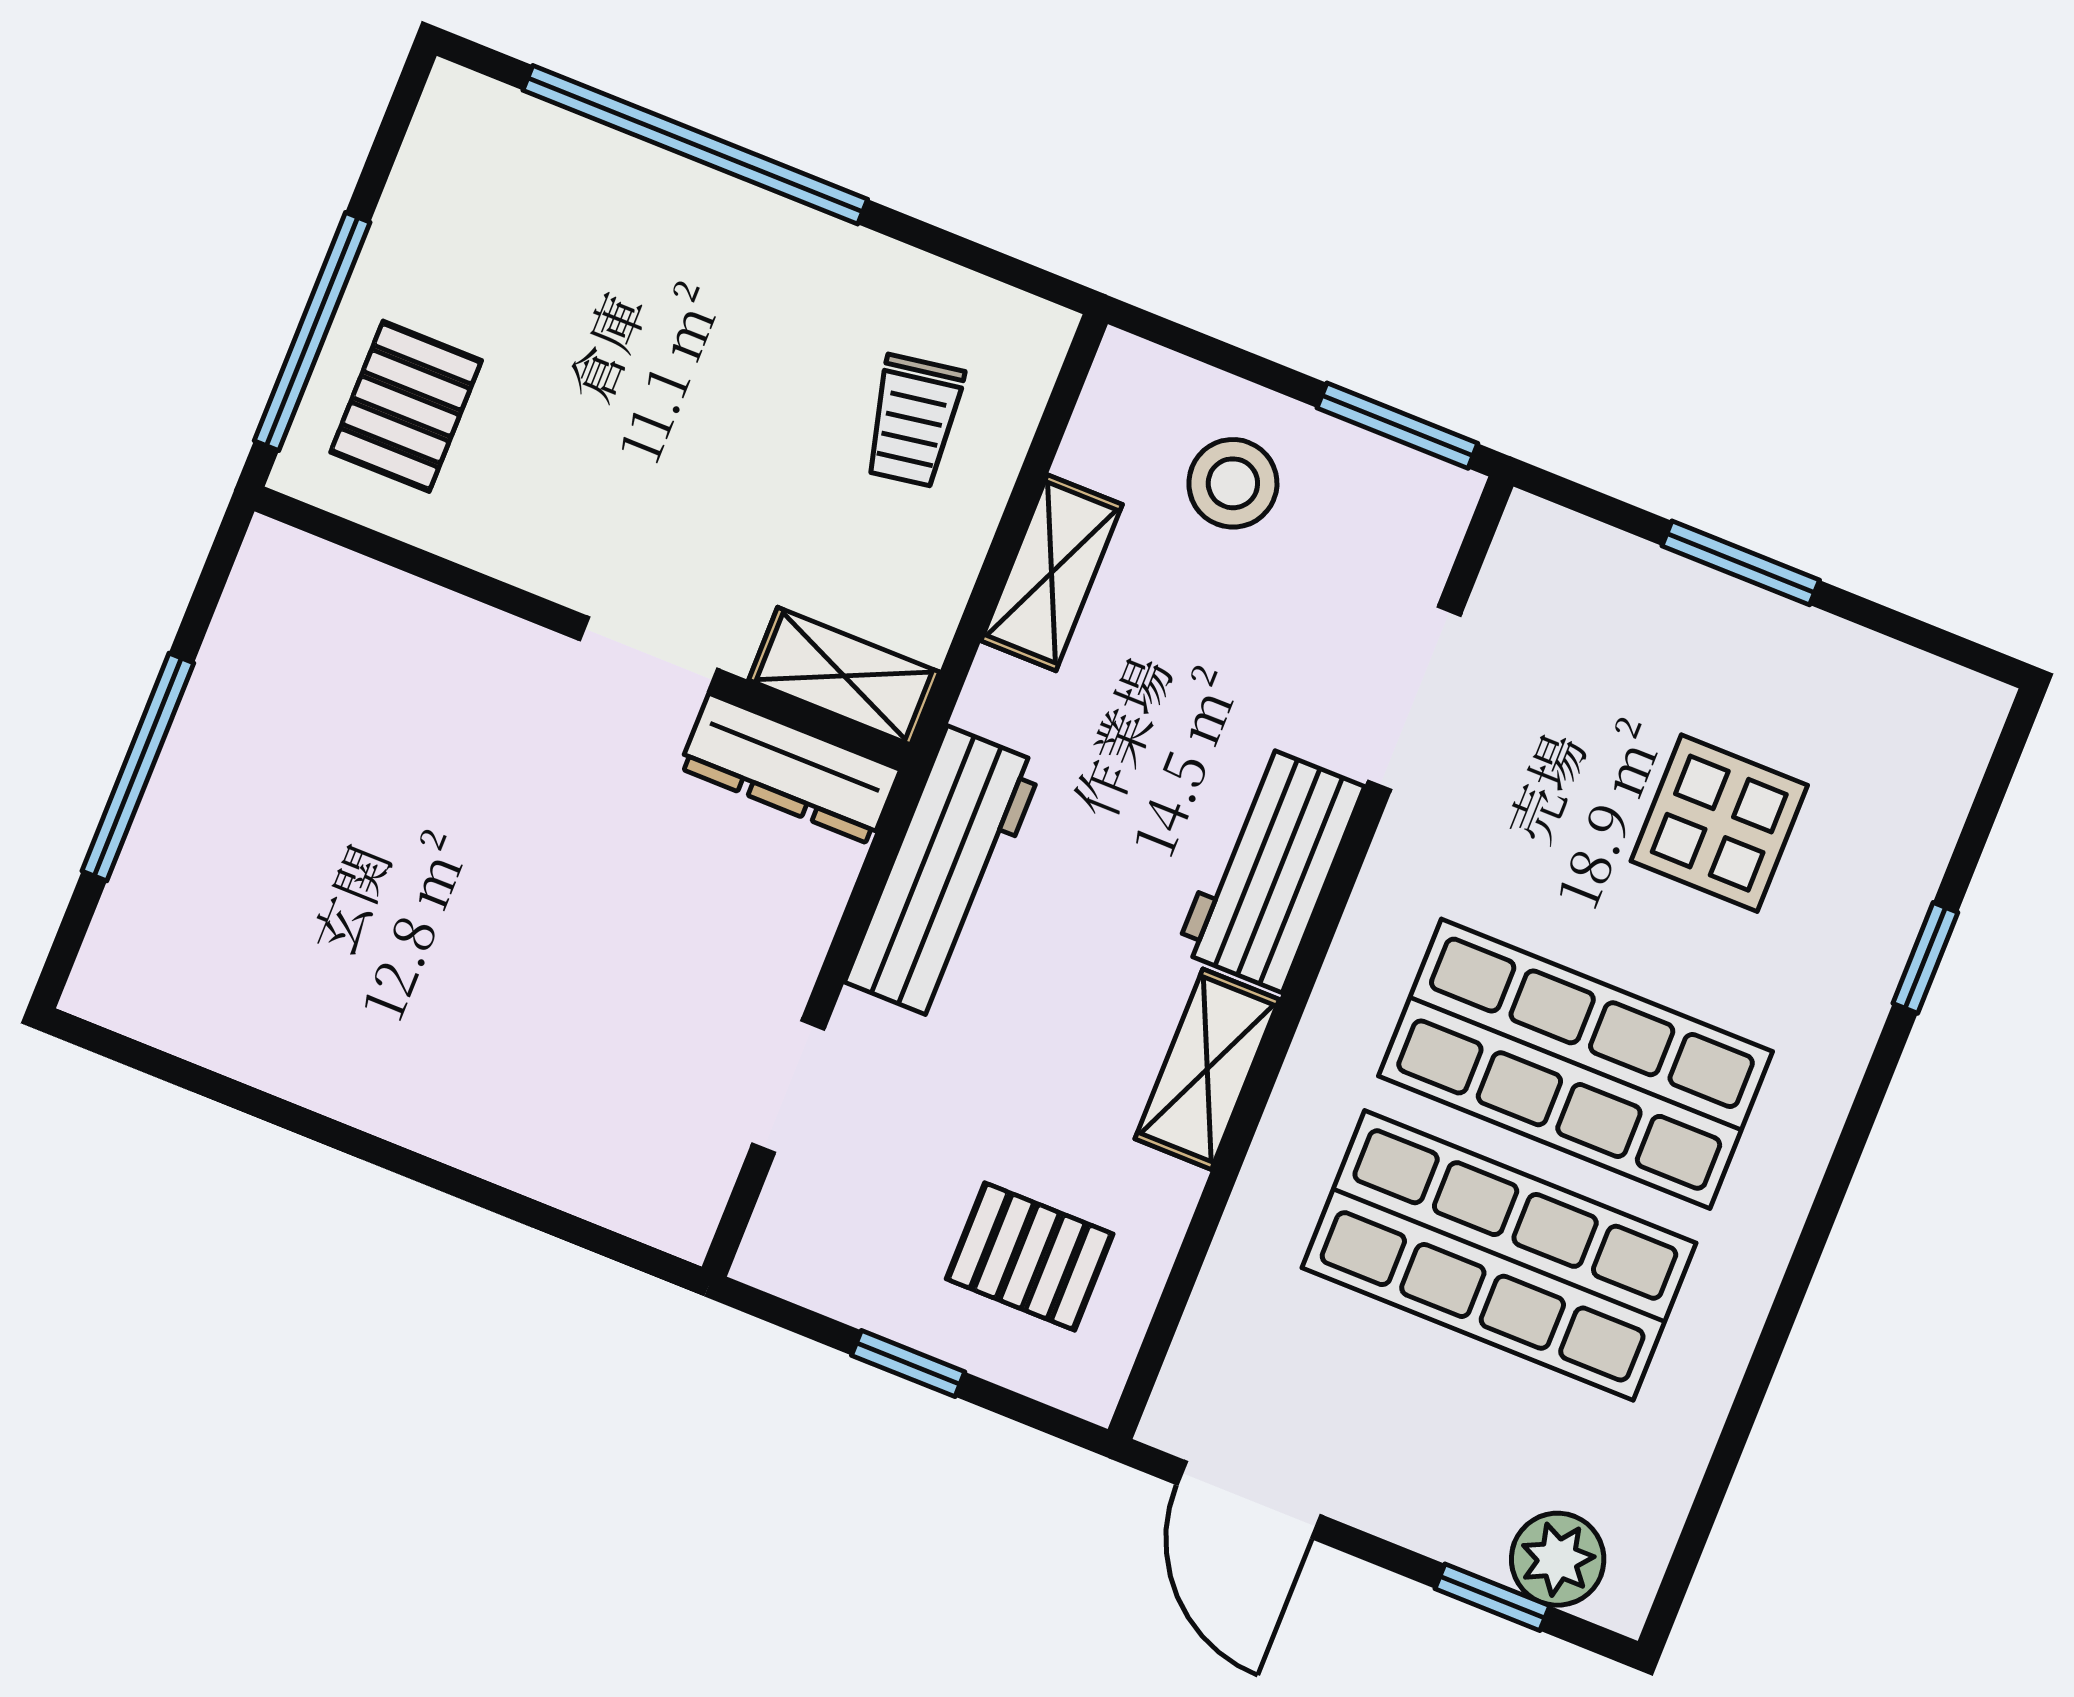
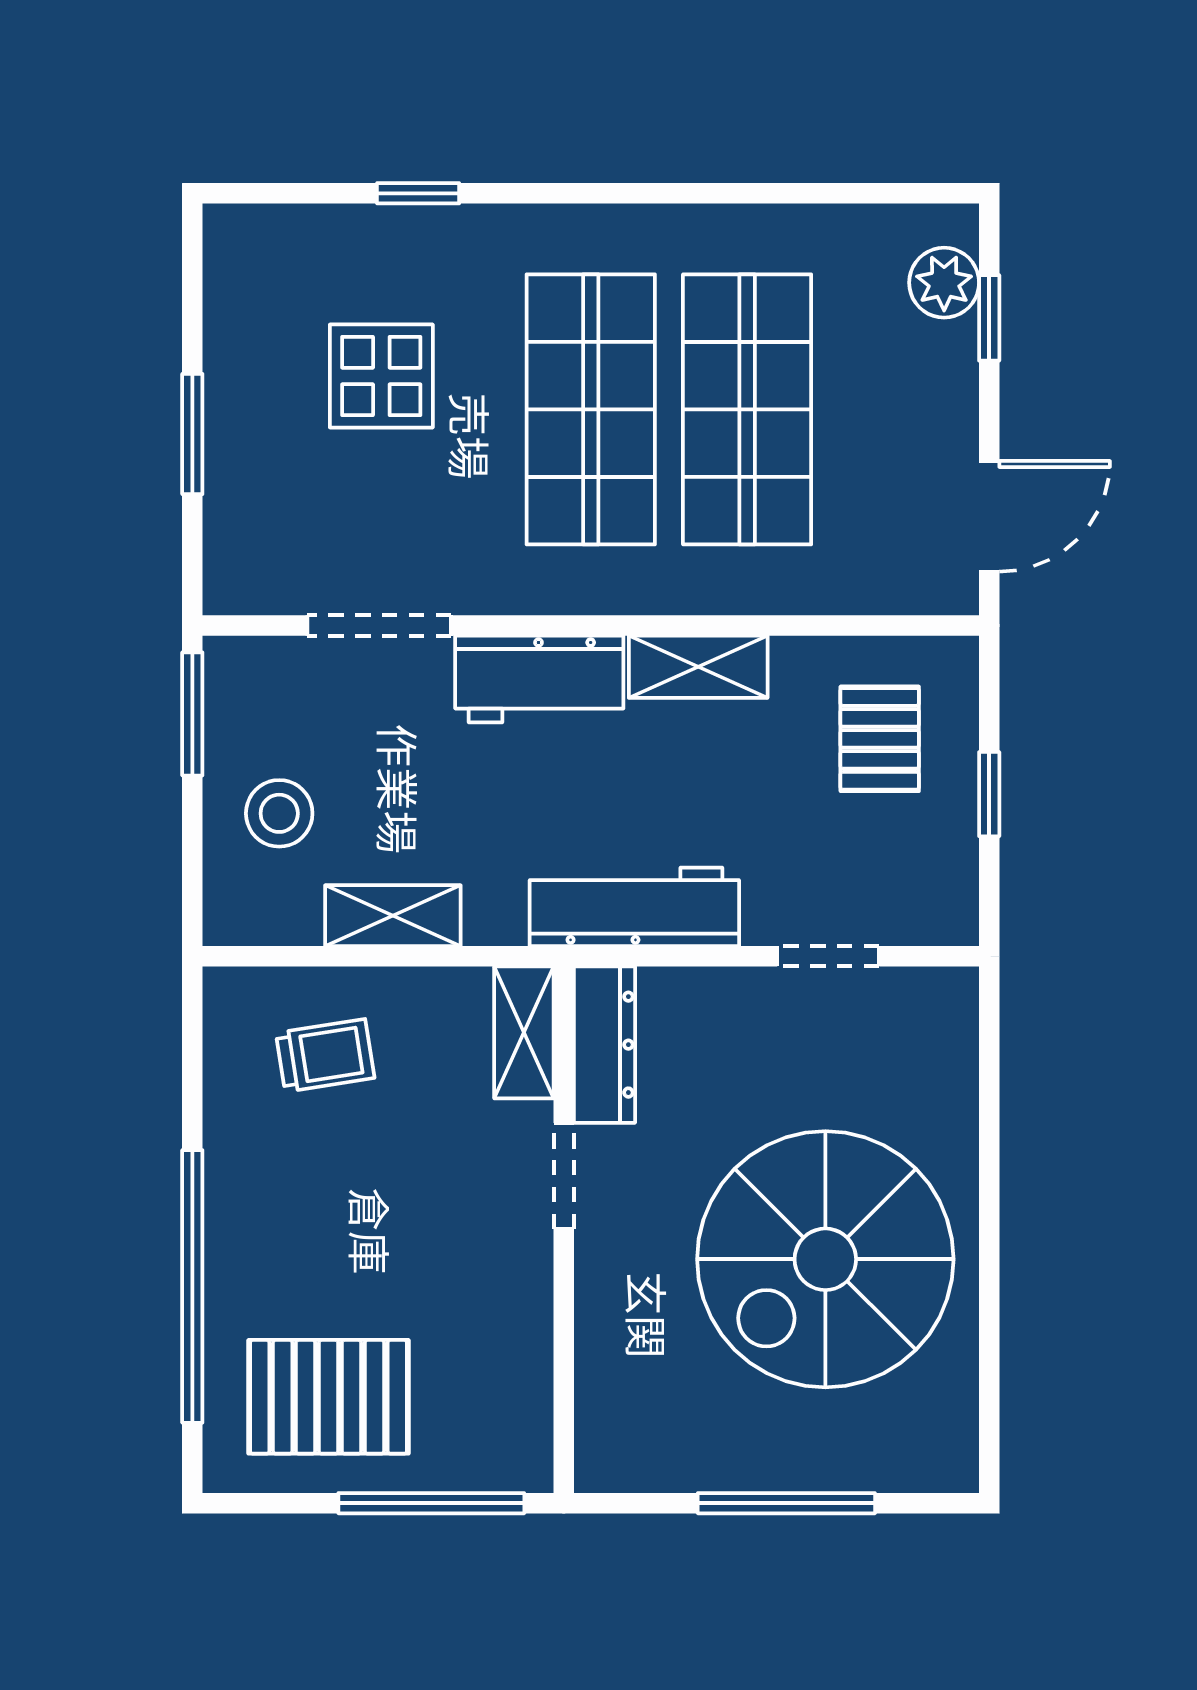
pallet: (406, 406) -> (329, 1397), moved, width x1.50, depth x1.42
spiral stairs: (418, 934) -> (825, 1259), added

